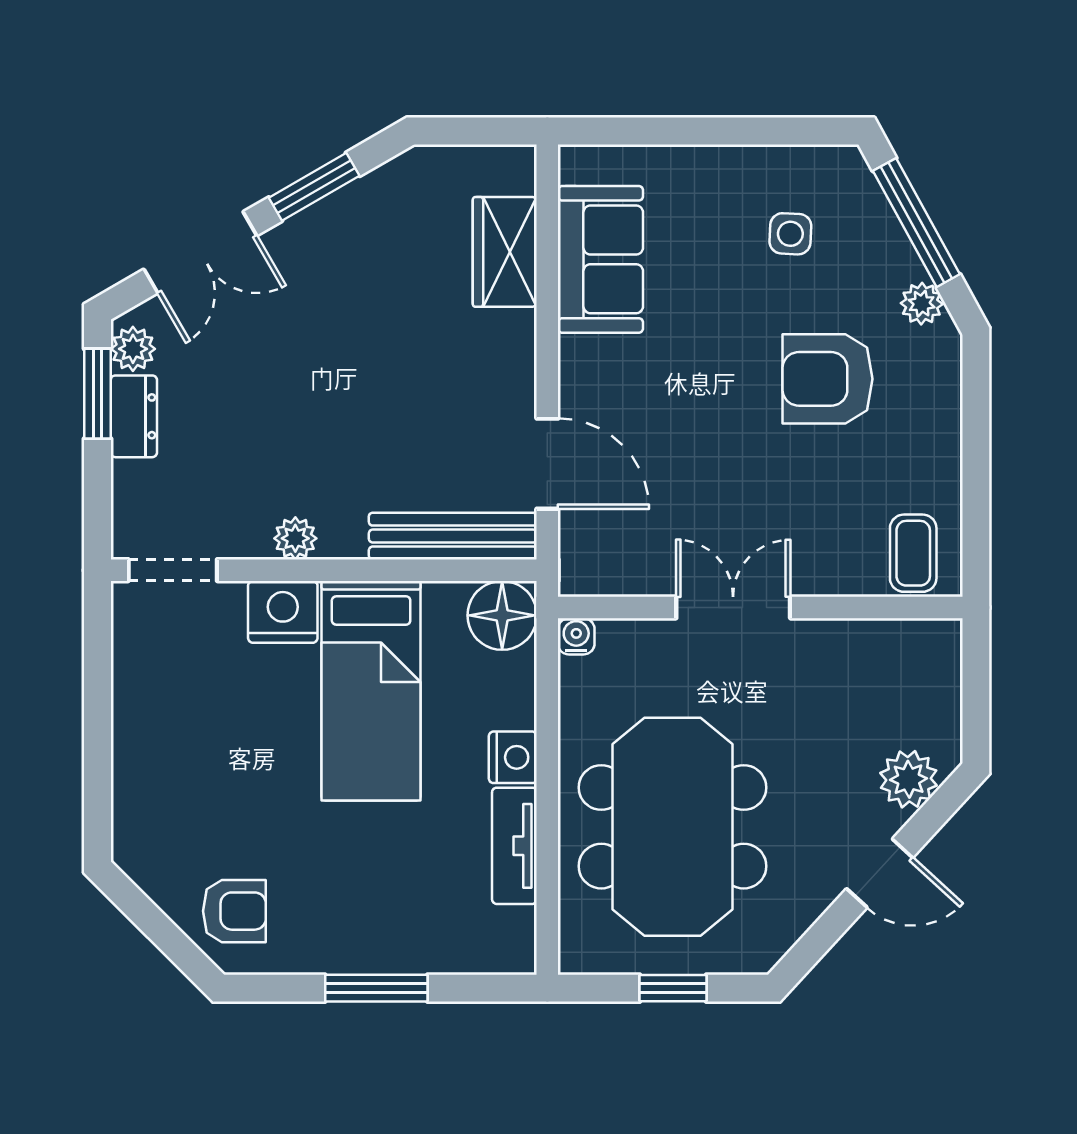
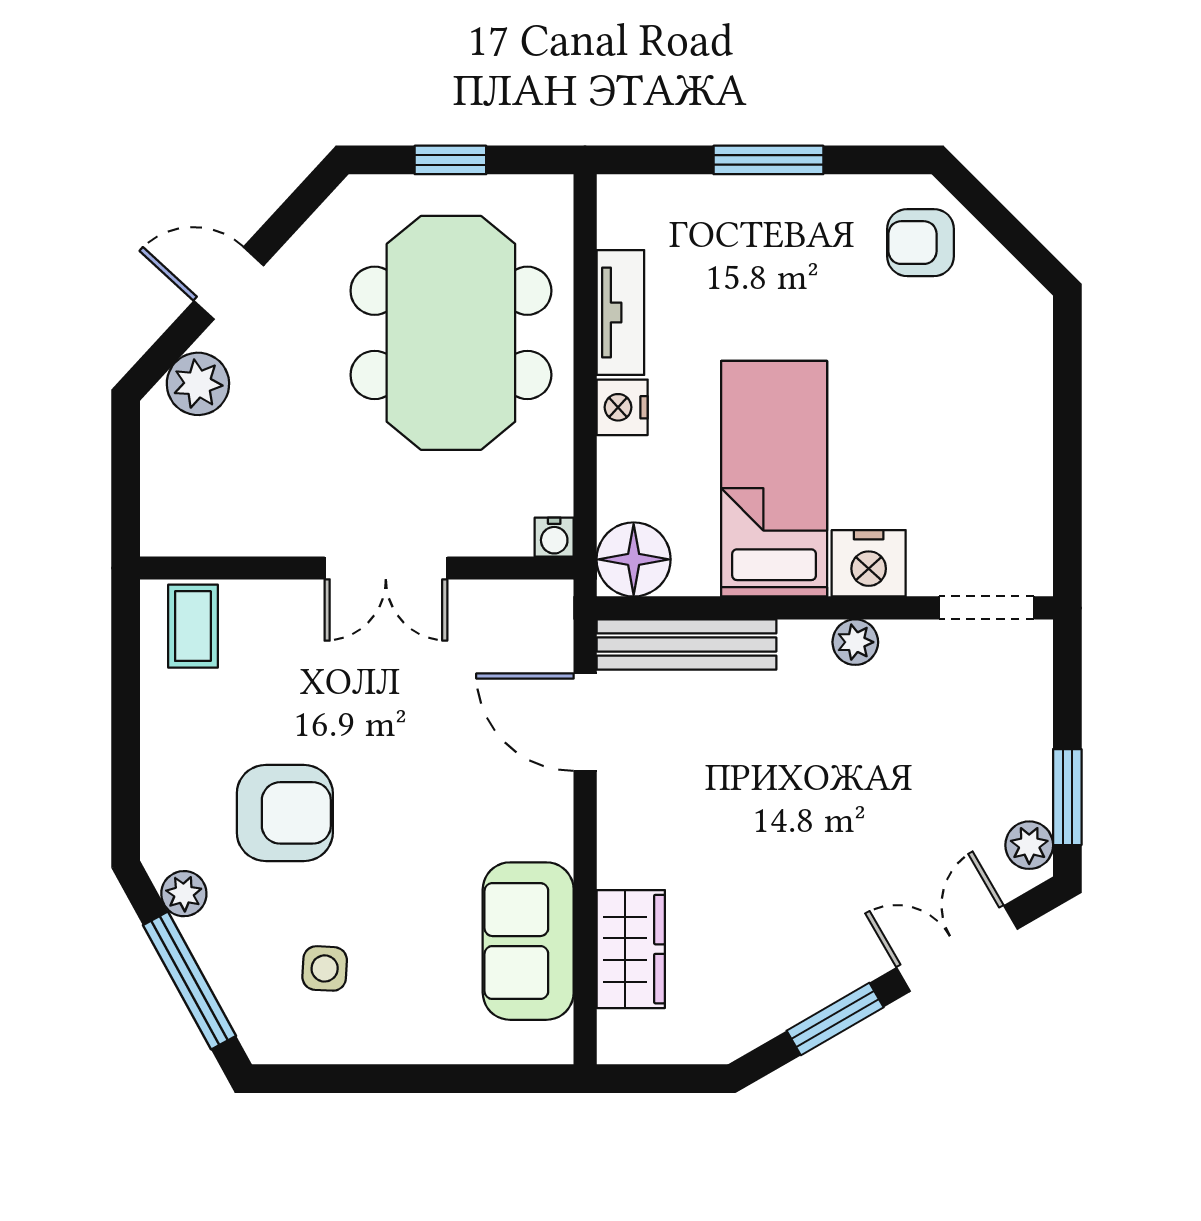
dresser: (134, 416) -> (1028, 773), removed

